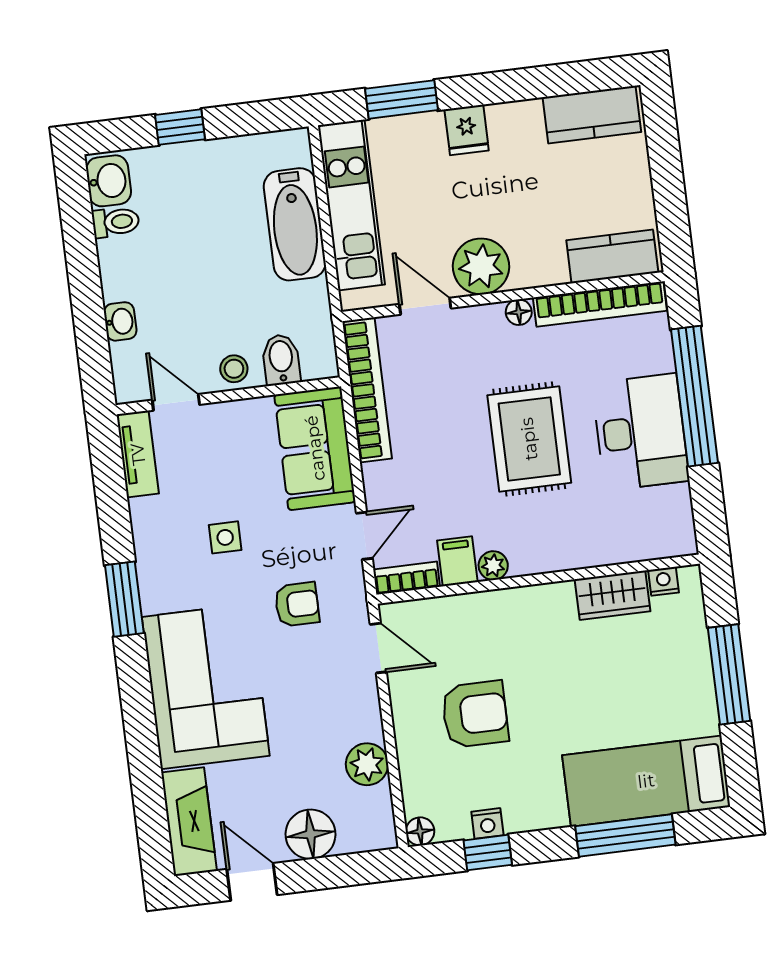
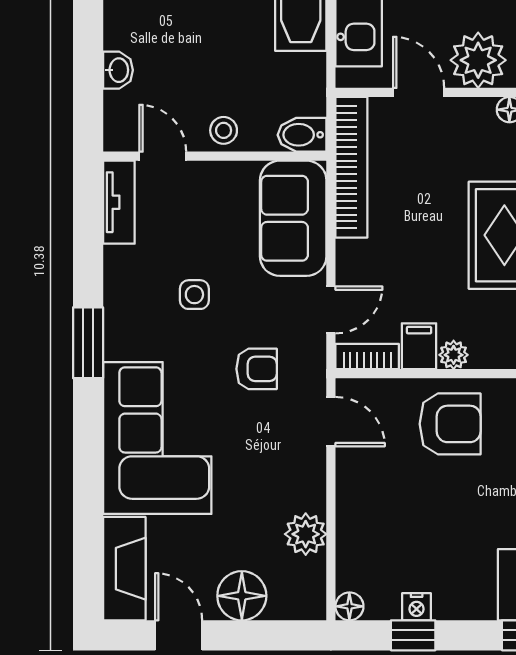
bidet: (281, 360) -> (302, 135), moved, turned -90
armchair: (475, 714) -> (450, 424), moved

